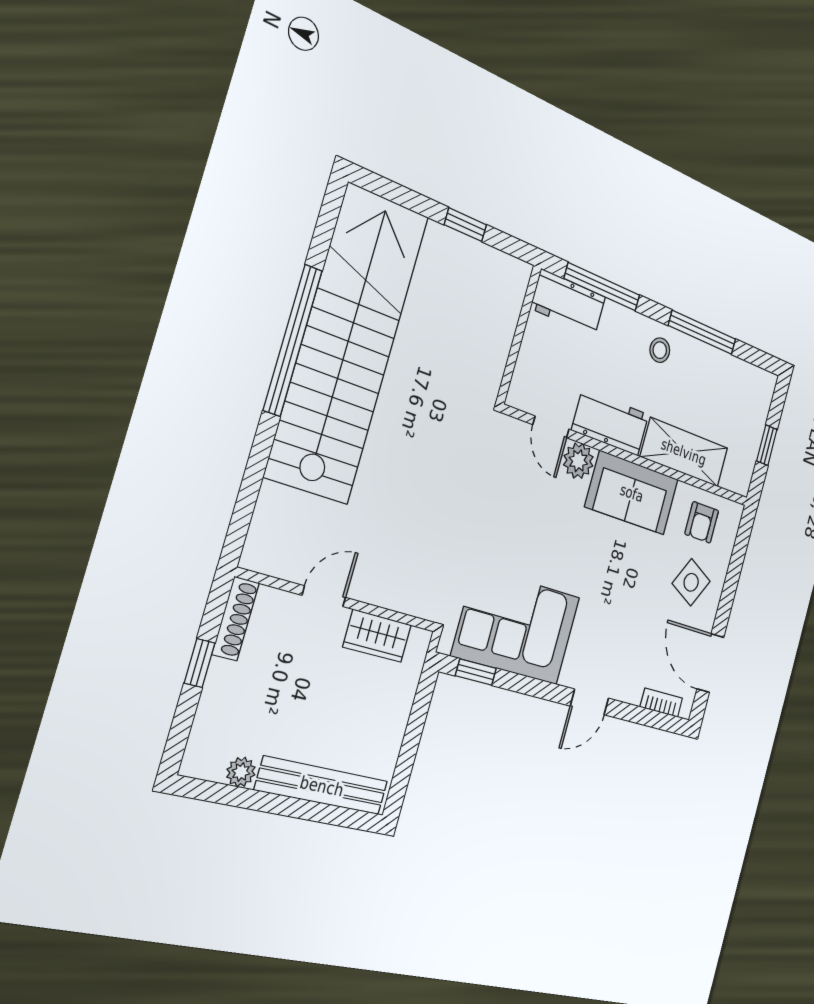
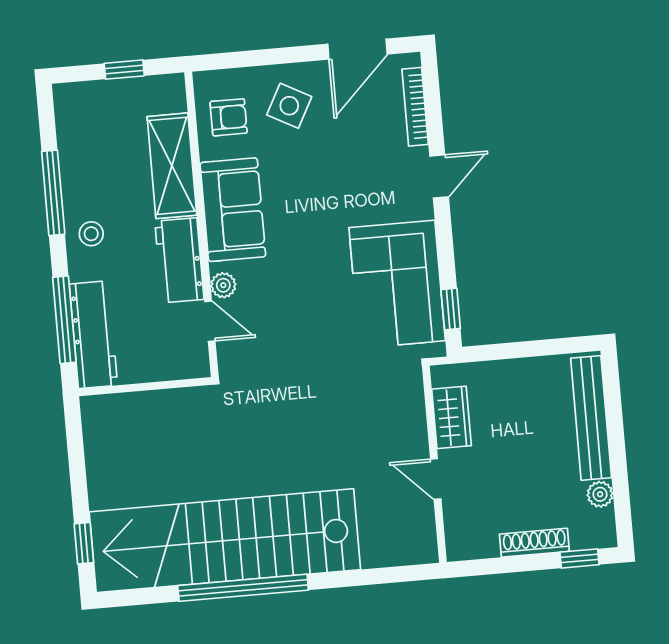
window: (465, 225) -> (84, 543), moved
workbench: (568, 303) -> (93, 335), width x1.38
door: (551, 427) -> (210, 321), hinge flipped
plant: (578, 461) -> (223, 285), width x0.73, depth x0.73
shoe rack: (236, 619) -> (534, 543), moved
window: (199, 663) -> (579, 558), moved
door: (589, 702) -> (439, 176), hinge flipped
bookcase: (661, 703) -> (415, 107), width x1.56

